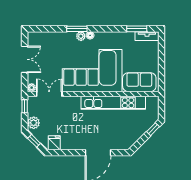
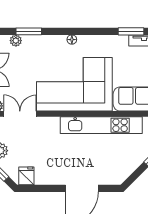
window: (77, 29) -> (29, 31), moved
plant: (81, 36) -> (16, 41), moved

